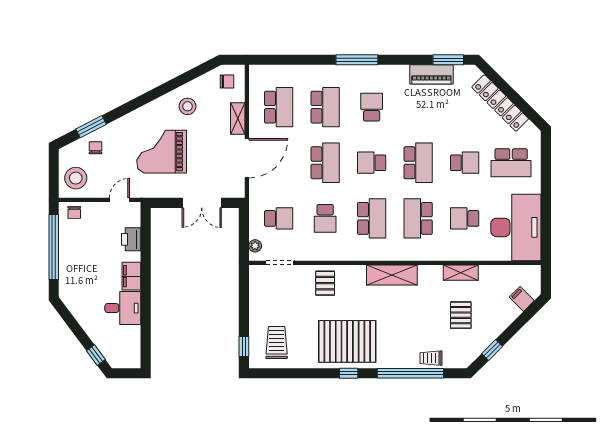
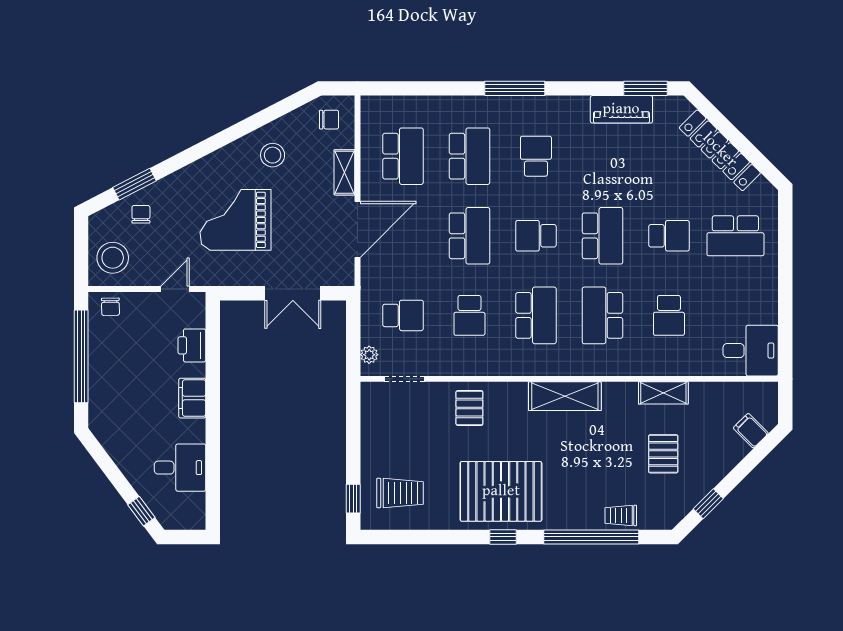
school desk: (465, 218) -> (669, 315), turned -90
desk: (516, 227) -> (751, 351), width x0.53, depth x0.77
desk: (123, 308) -> (180, 468), moved
trolley: (277, 343) -> (400, 493), turned 90

